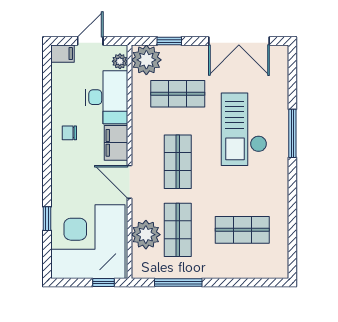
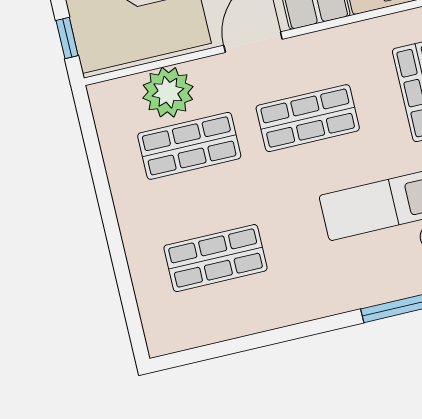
shop shelf: (242, 230) -> (216, 258), turned 90
window: (178, 283) -> (98, 168), removed

